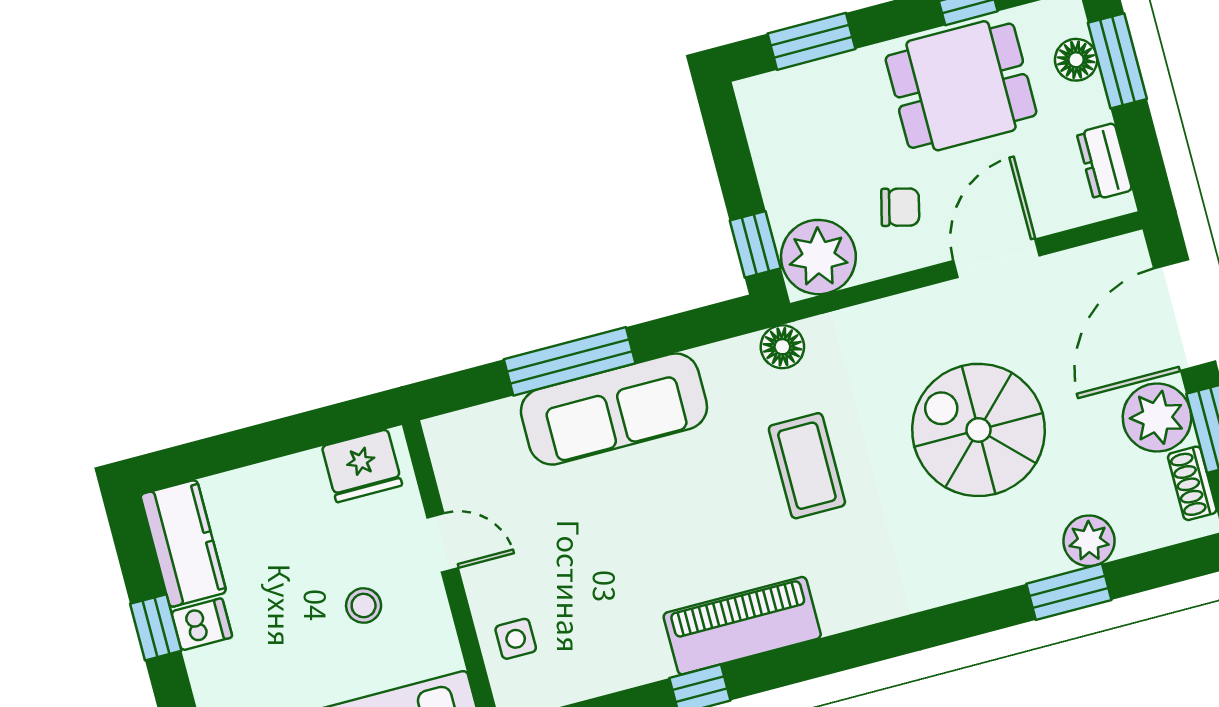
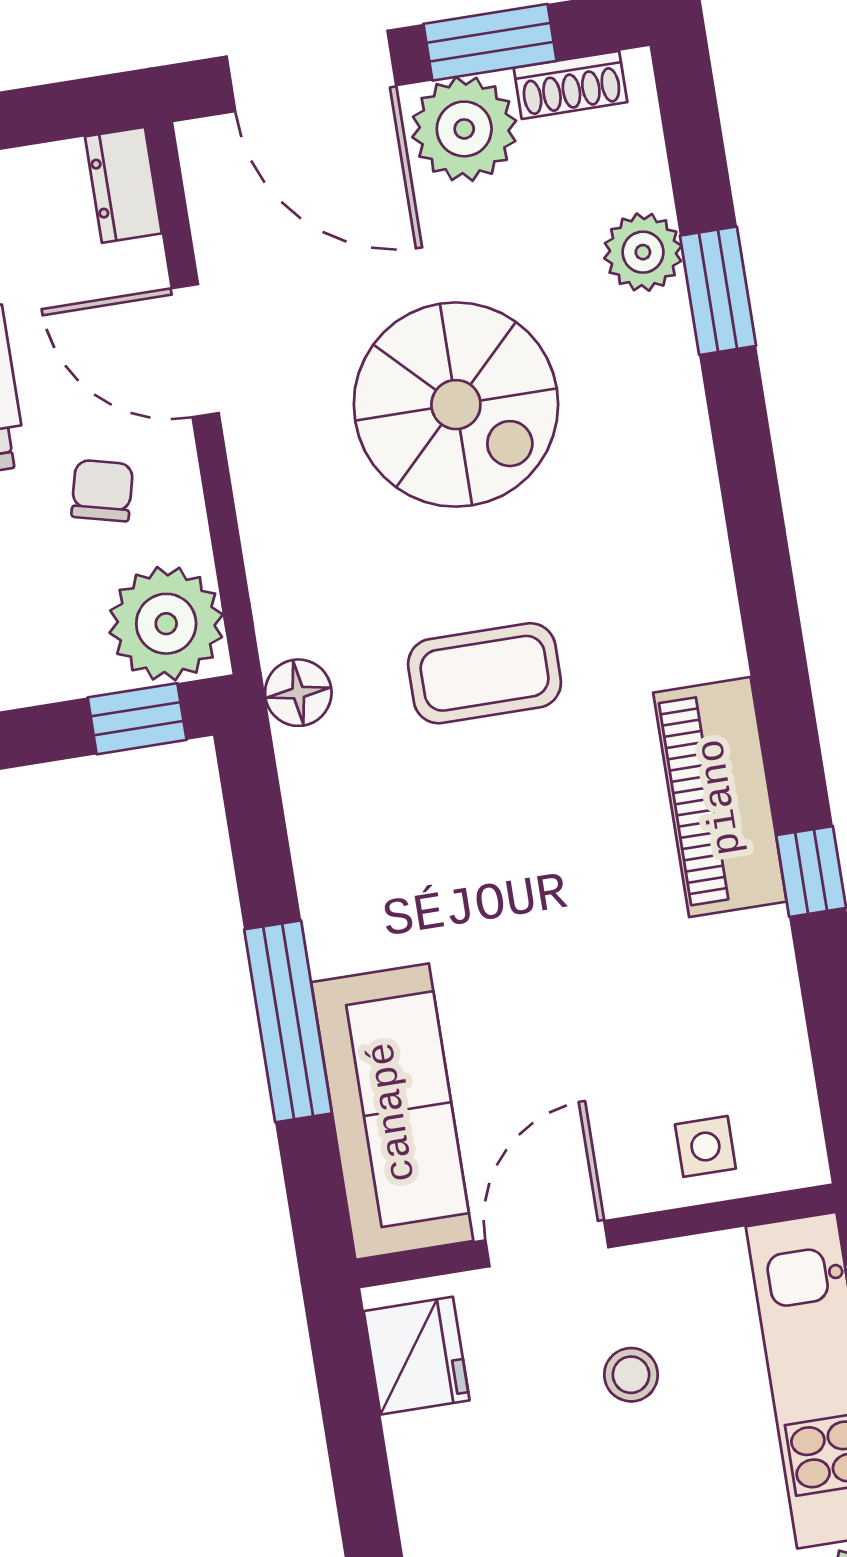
dresser: (1104, 161) -> (123, 185), moved, turned 90
sofa: (614, 409) -> (392, 1112), moved
spiral stairs: (979, 430) -> (456, 405), turned -90
door: (443, 543) -> (547, 1244), width x1.38

